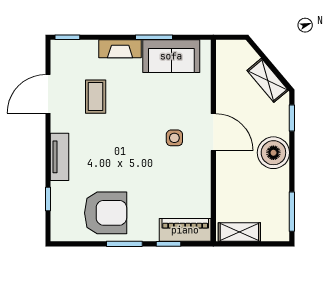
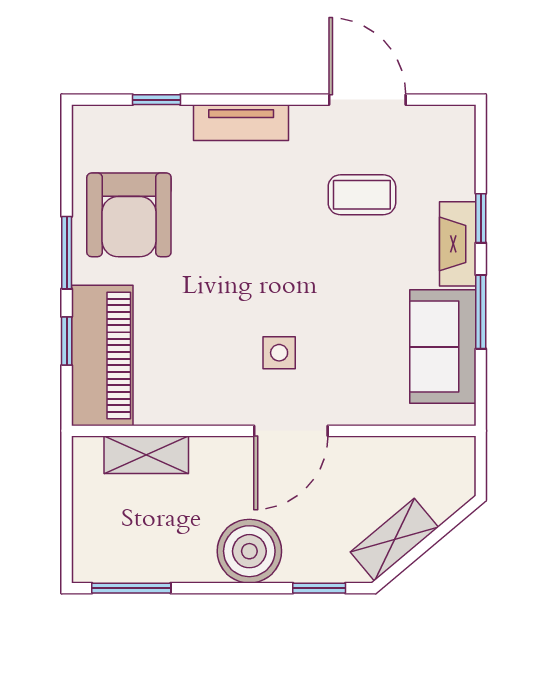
window: (67, 37) -> (481, 218), moved
piano: (185, 230) -> (102, 355), width x1.37, depth x1.33
shelving: (239, 232) -> (146, 455), moved, turned 90

